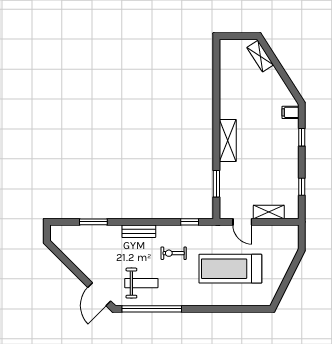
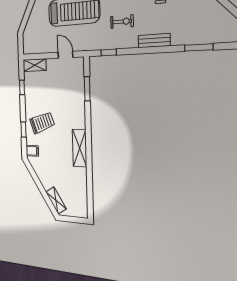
shelving: (228, 140) -> (80, 148), moved
trolley: (276, 146) -> (42, 123), added
shelving: (269, 212) -> (35, 65), moved

